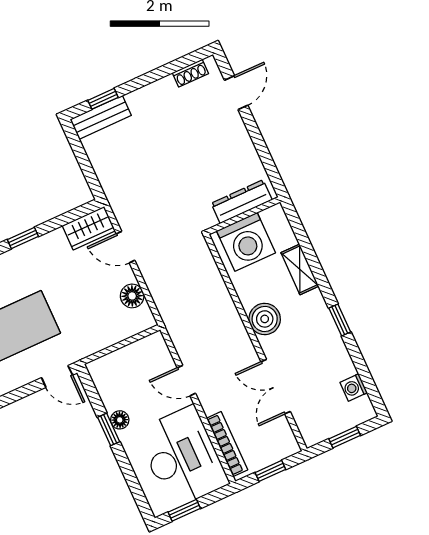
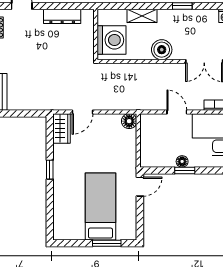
dresser: (242, 202) -> (62, 16), moved, turned -90
floor lamp: (132, 296) -> (129, 121), moved
door: (186, 381) -> (177, 112), swing flipped

